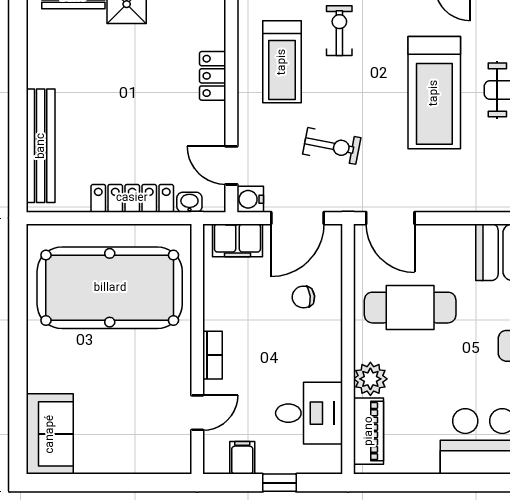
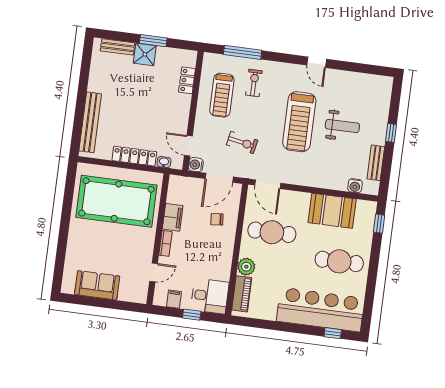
locker: (213, 76) -> (187, 80), moved
filing cabinet: (237, 240) -> (173, 217), moved, turned -90
desk: (309, 413) -> (210, 296), moved
sofa: (50, 434) -> (97, 285), moved, turned -90

